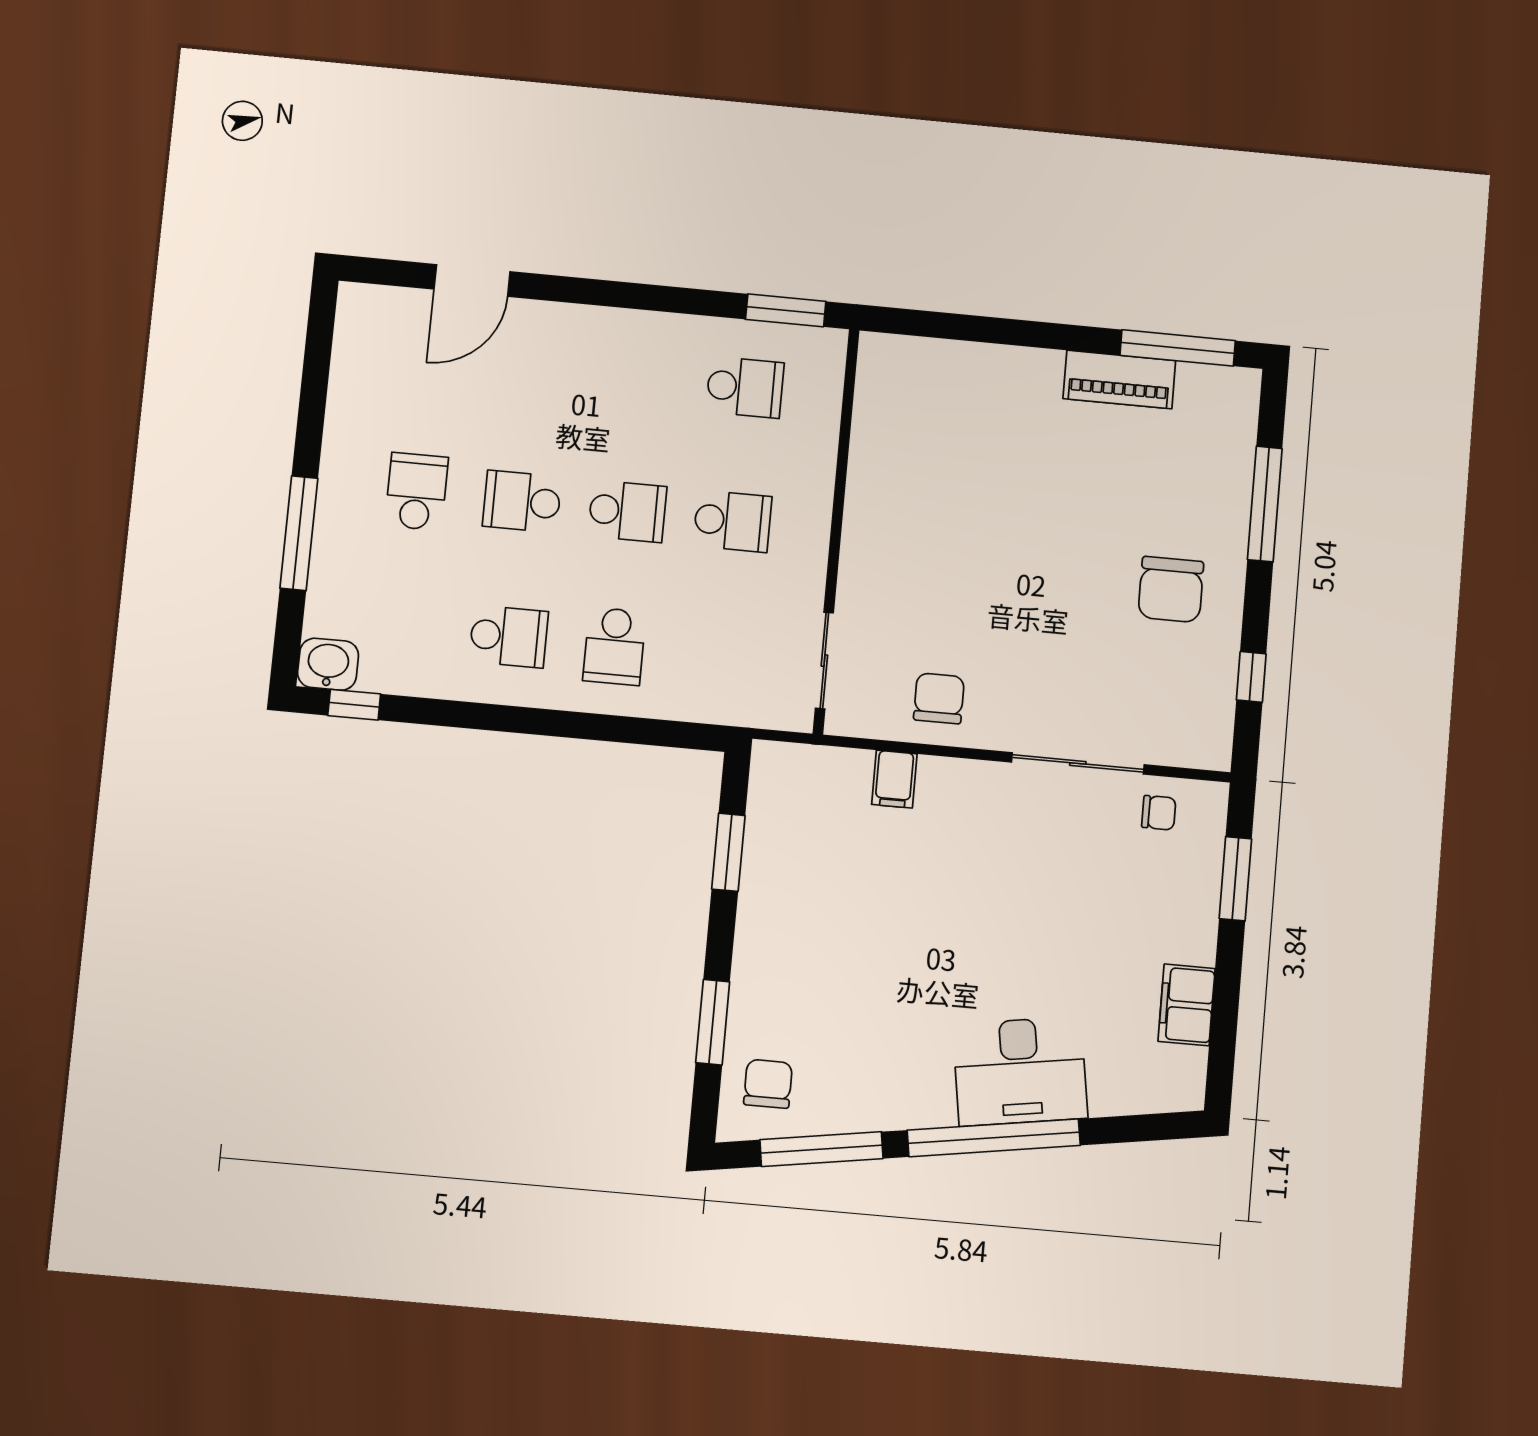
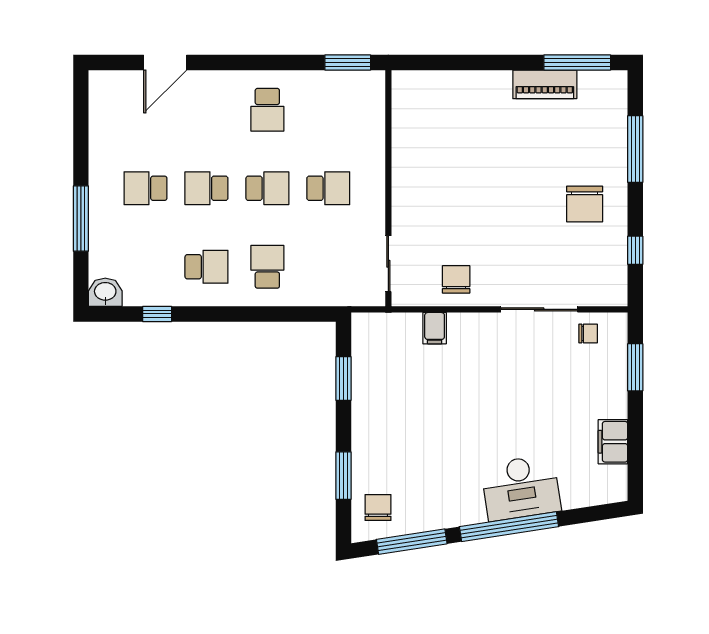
school desk: (745, 387) -> (267, 110), moved, turned 90
school desk: (417, 492) -> (146, 188), turned -90
school desk: (614, 646) -> (267, 267), turned 180
window: (354, 705) -> (157, 314), moved

